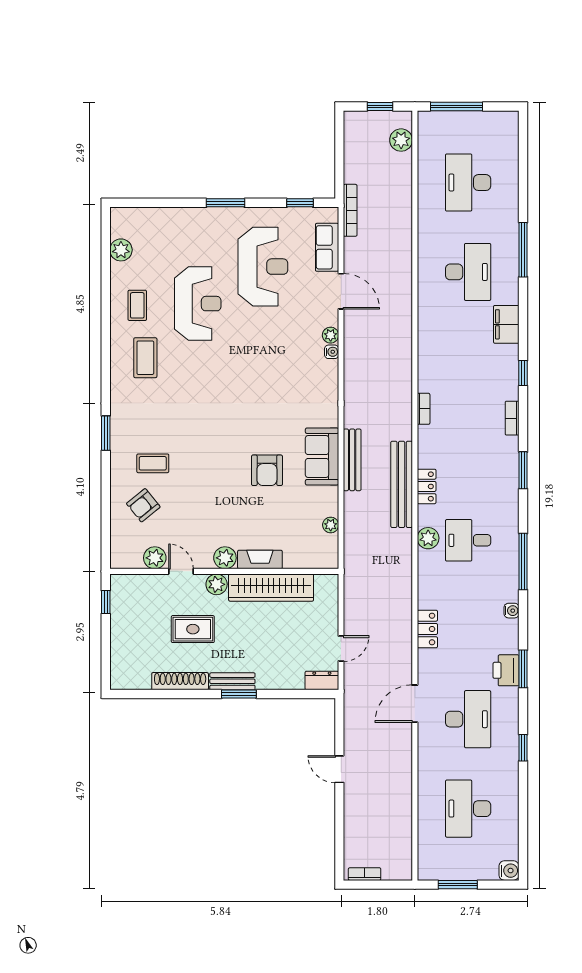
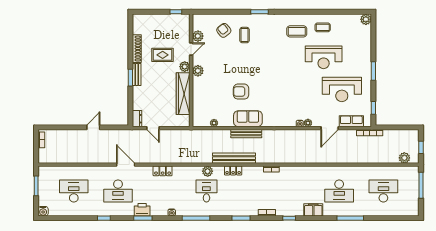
plant: (121, 250) -> (366, 19), moved
fireplace: (260, 559) -> (197, 88), removed
rug: (193, 629) -> (163, 55), turned 90

